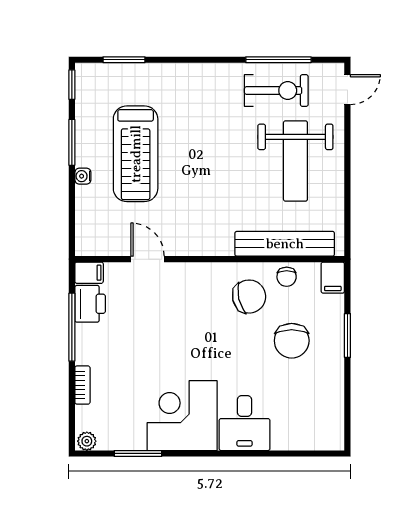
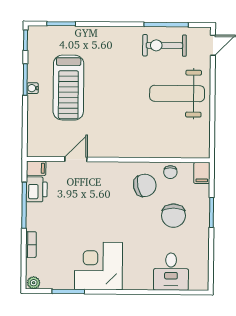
exercise bike: (276, 91) -> (164, 45), turned 180
weight bench: (295, 161) -> (177, 93), turned 90
water cooler: (83, 176) -> (33, 88), moved
bench: (285, 244) -> (169, 150), removed
door: (148, 259) -> (76, 159), hinge flipped
desk: (245, 423) -> (171, 272), moved

